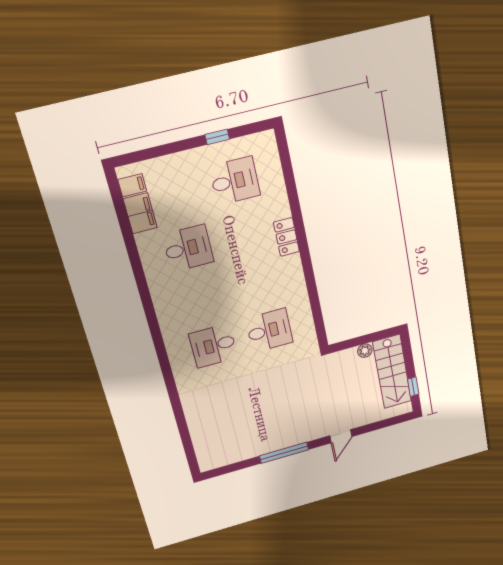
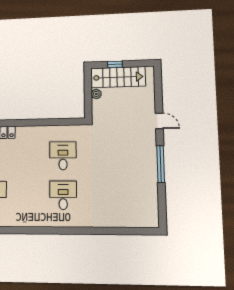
desk: (213, 346) -> (63, 195), turned 180
window: (413, 387) -> (115, 64), moved

